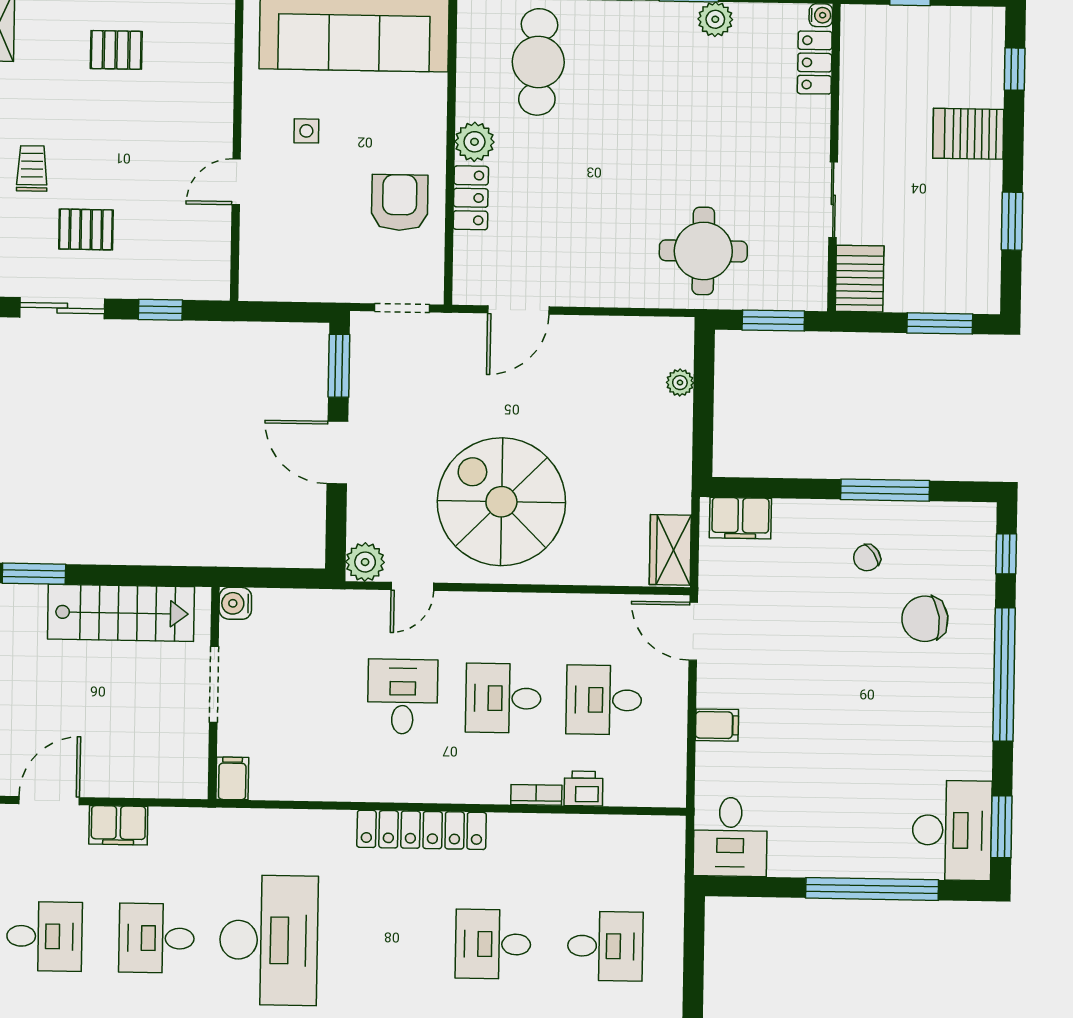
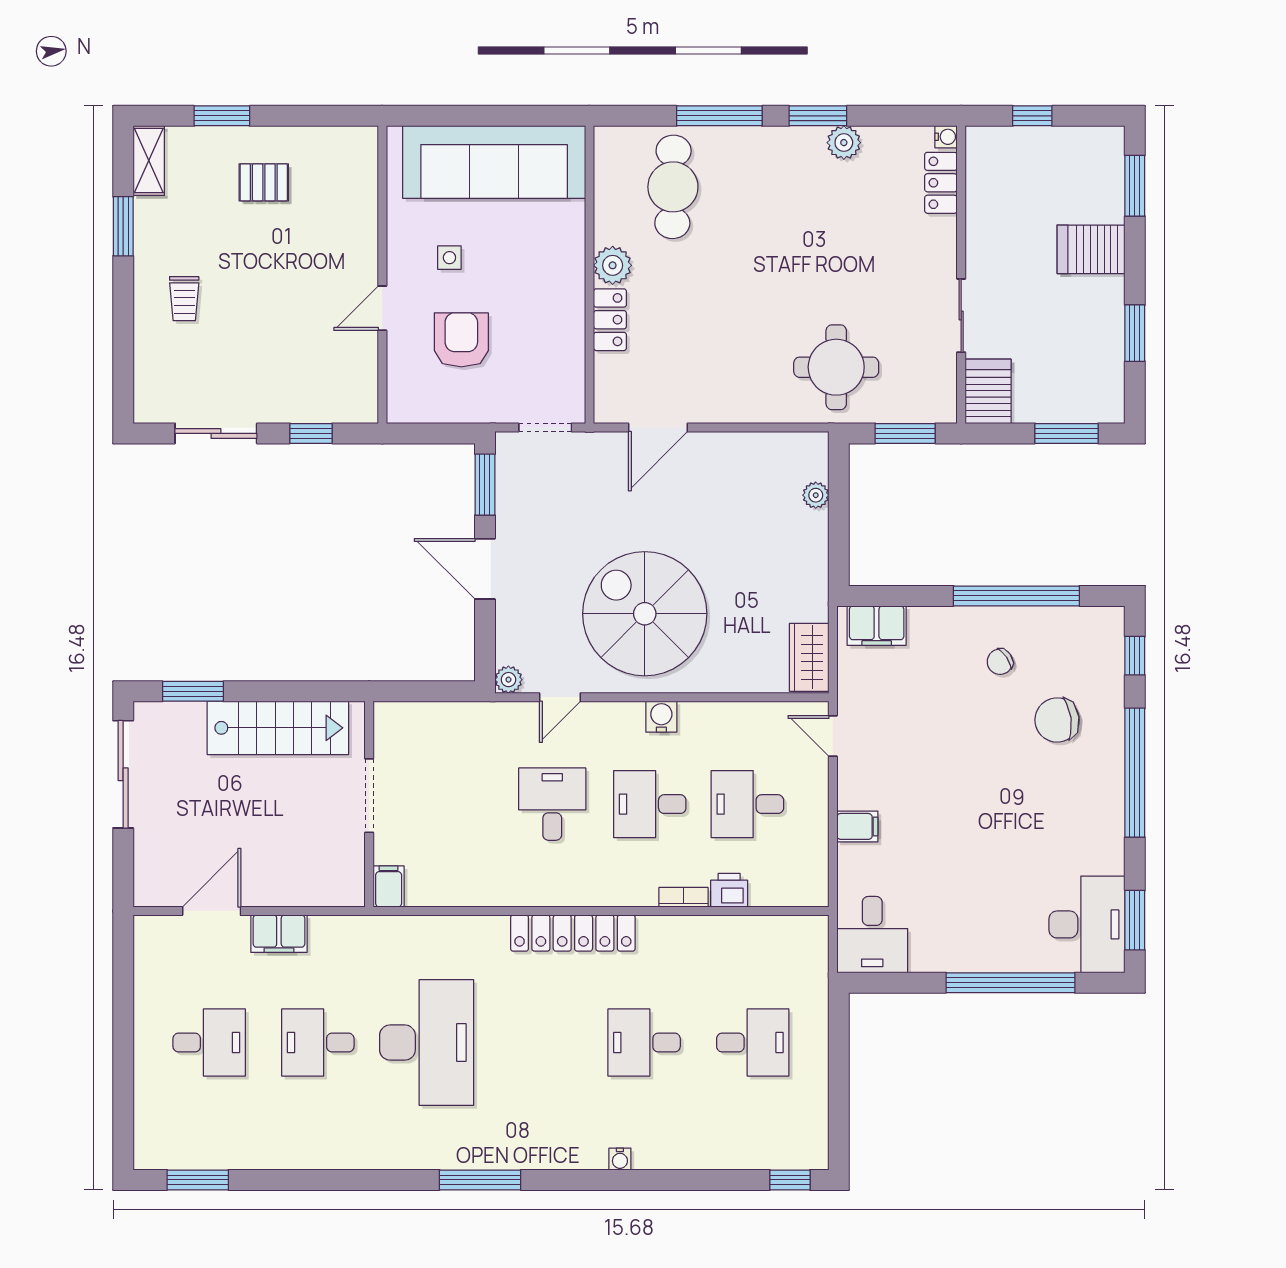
window: (1015, 69) -> (1135, 186), width x1.50
trolley: (32, 168) -> (184, 299), turned 180
armchair: (400, 203) -> (461, 340), moved
pallet: (86, 229) -> (237, 357), removed
window: (885, 490) -> (1016, 596), width x1.46
plant: (365, 562) -> (508, 680), width x0.73, depth x0.73
water cooler: (235, 603) -> (661, 717), moved, turned 90
door: (693, 631) -> (833, 736), width x0.73

